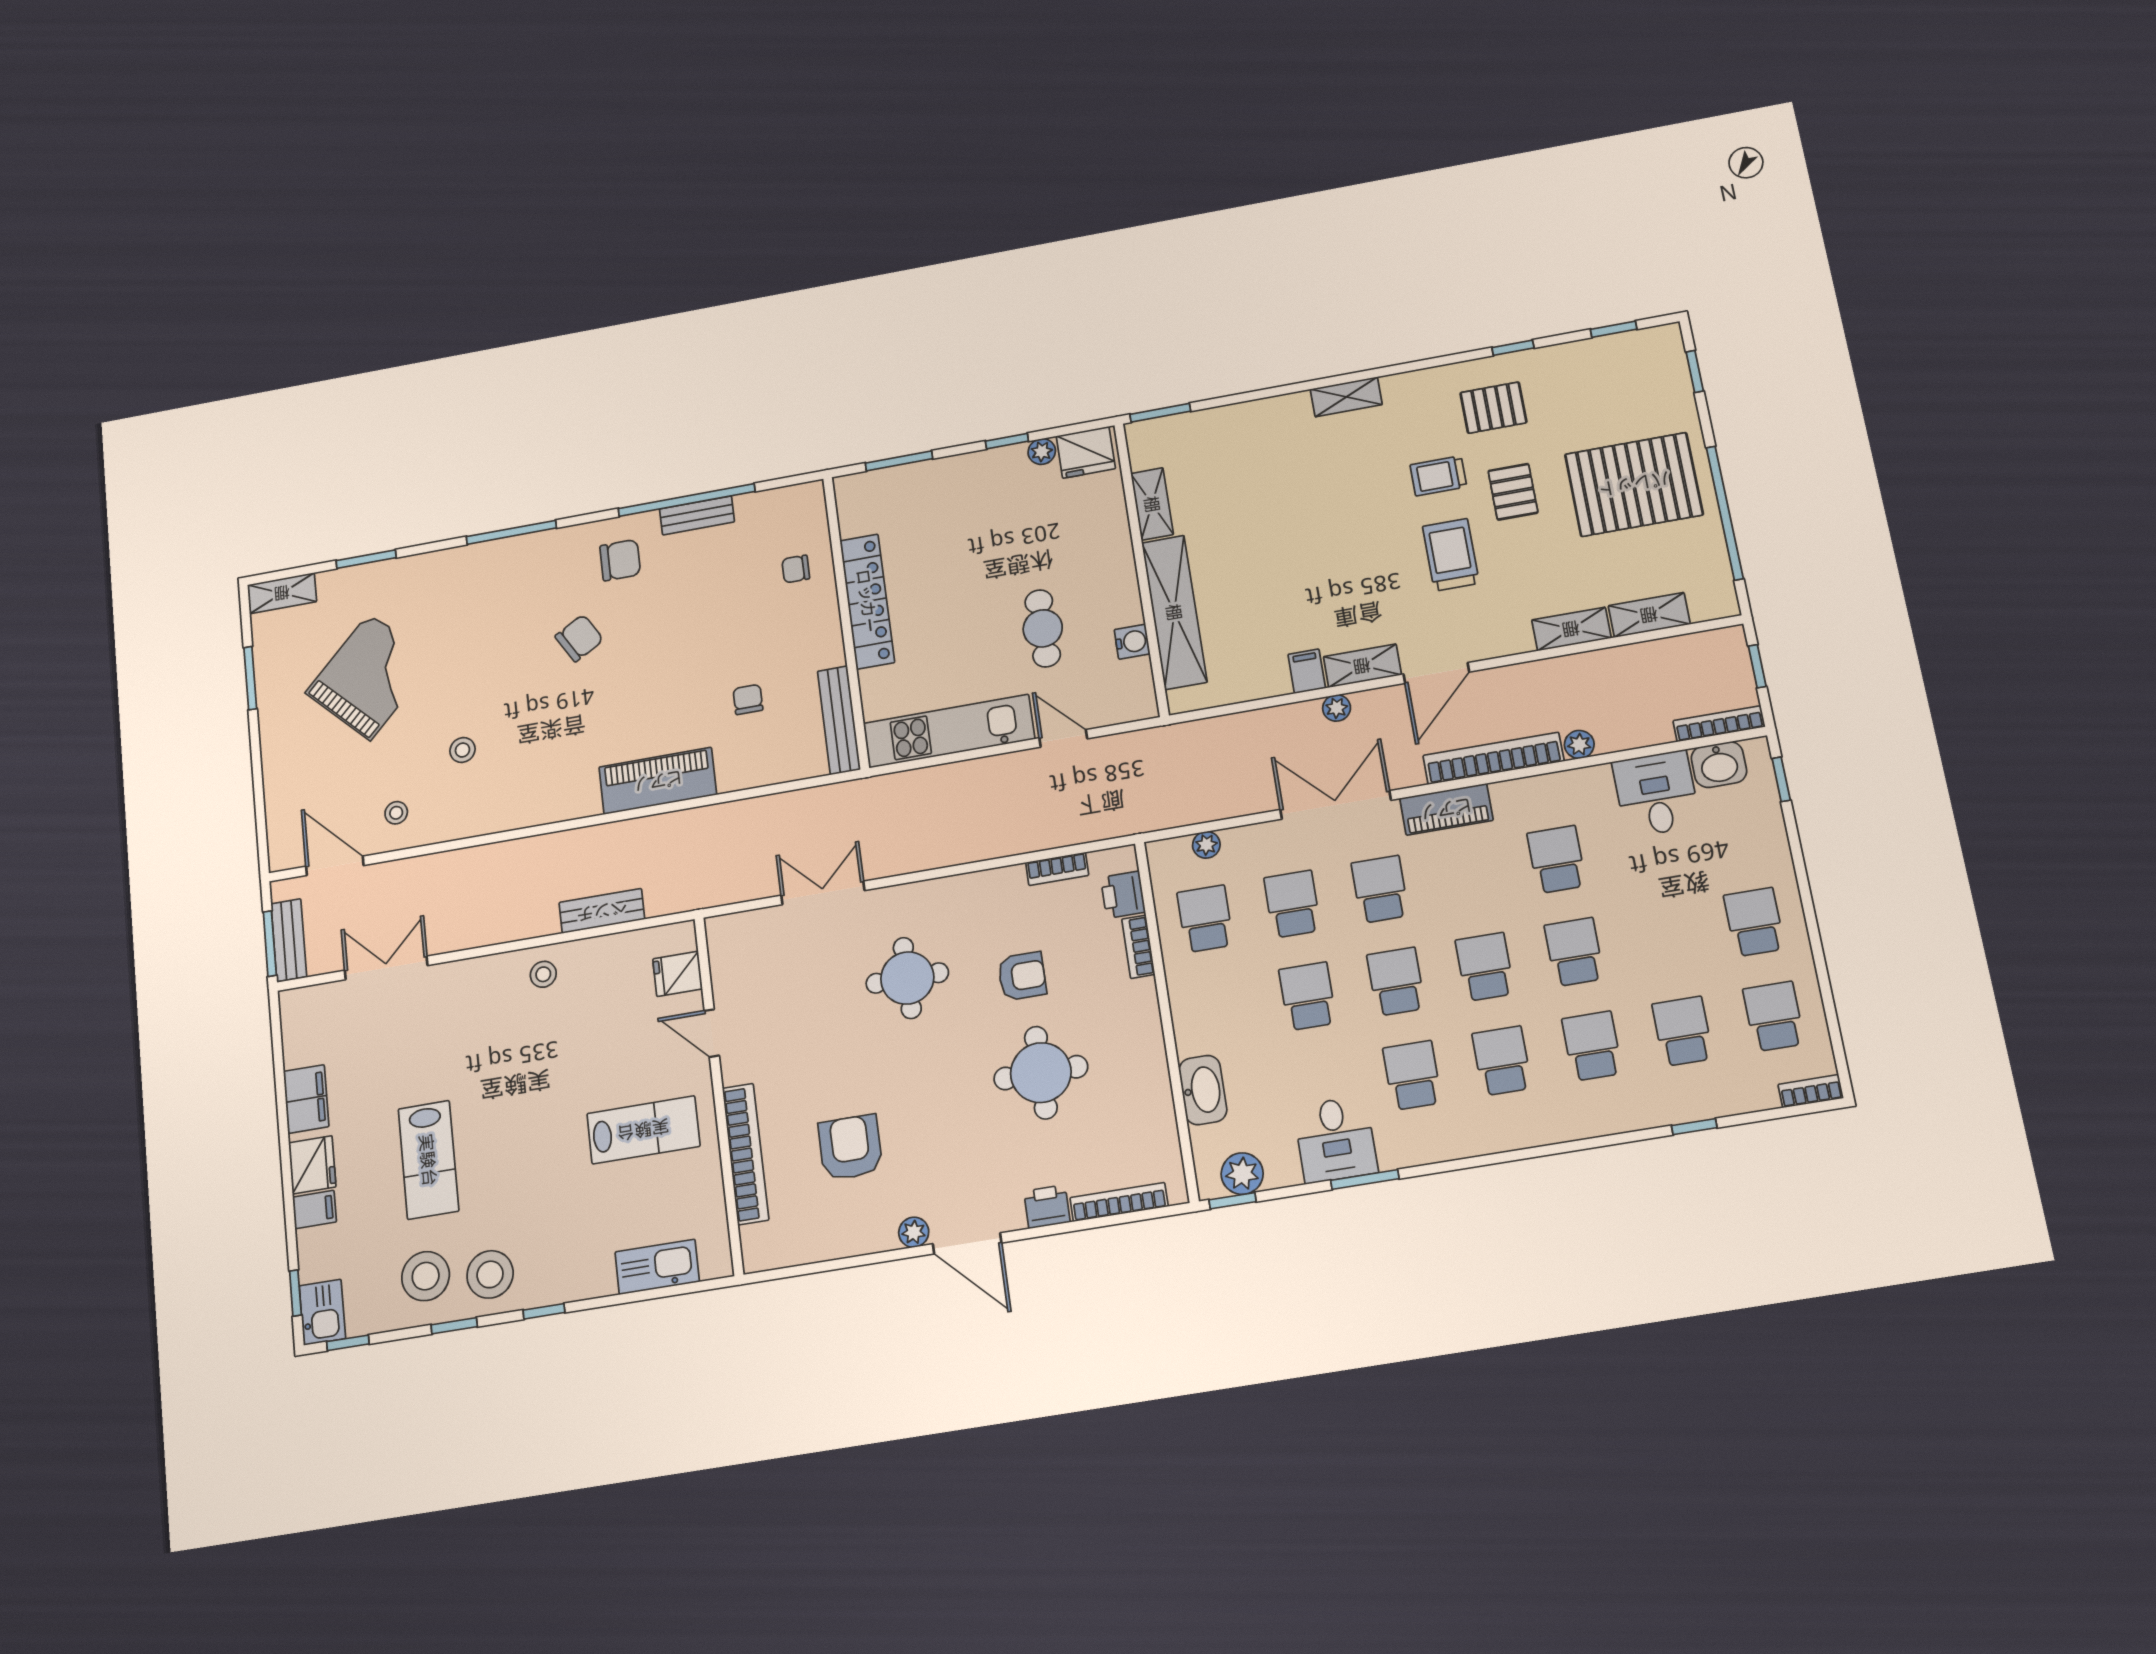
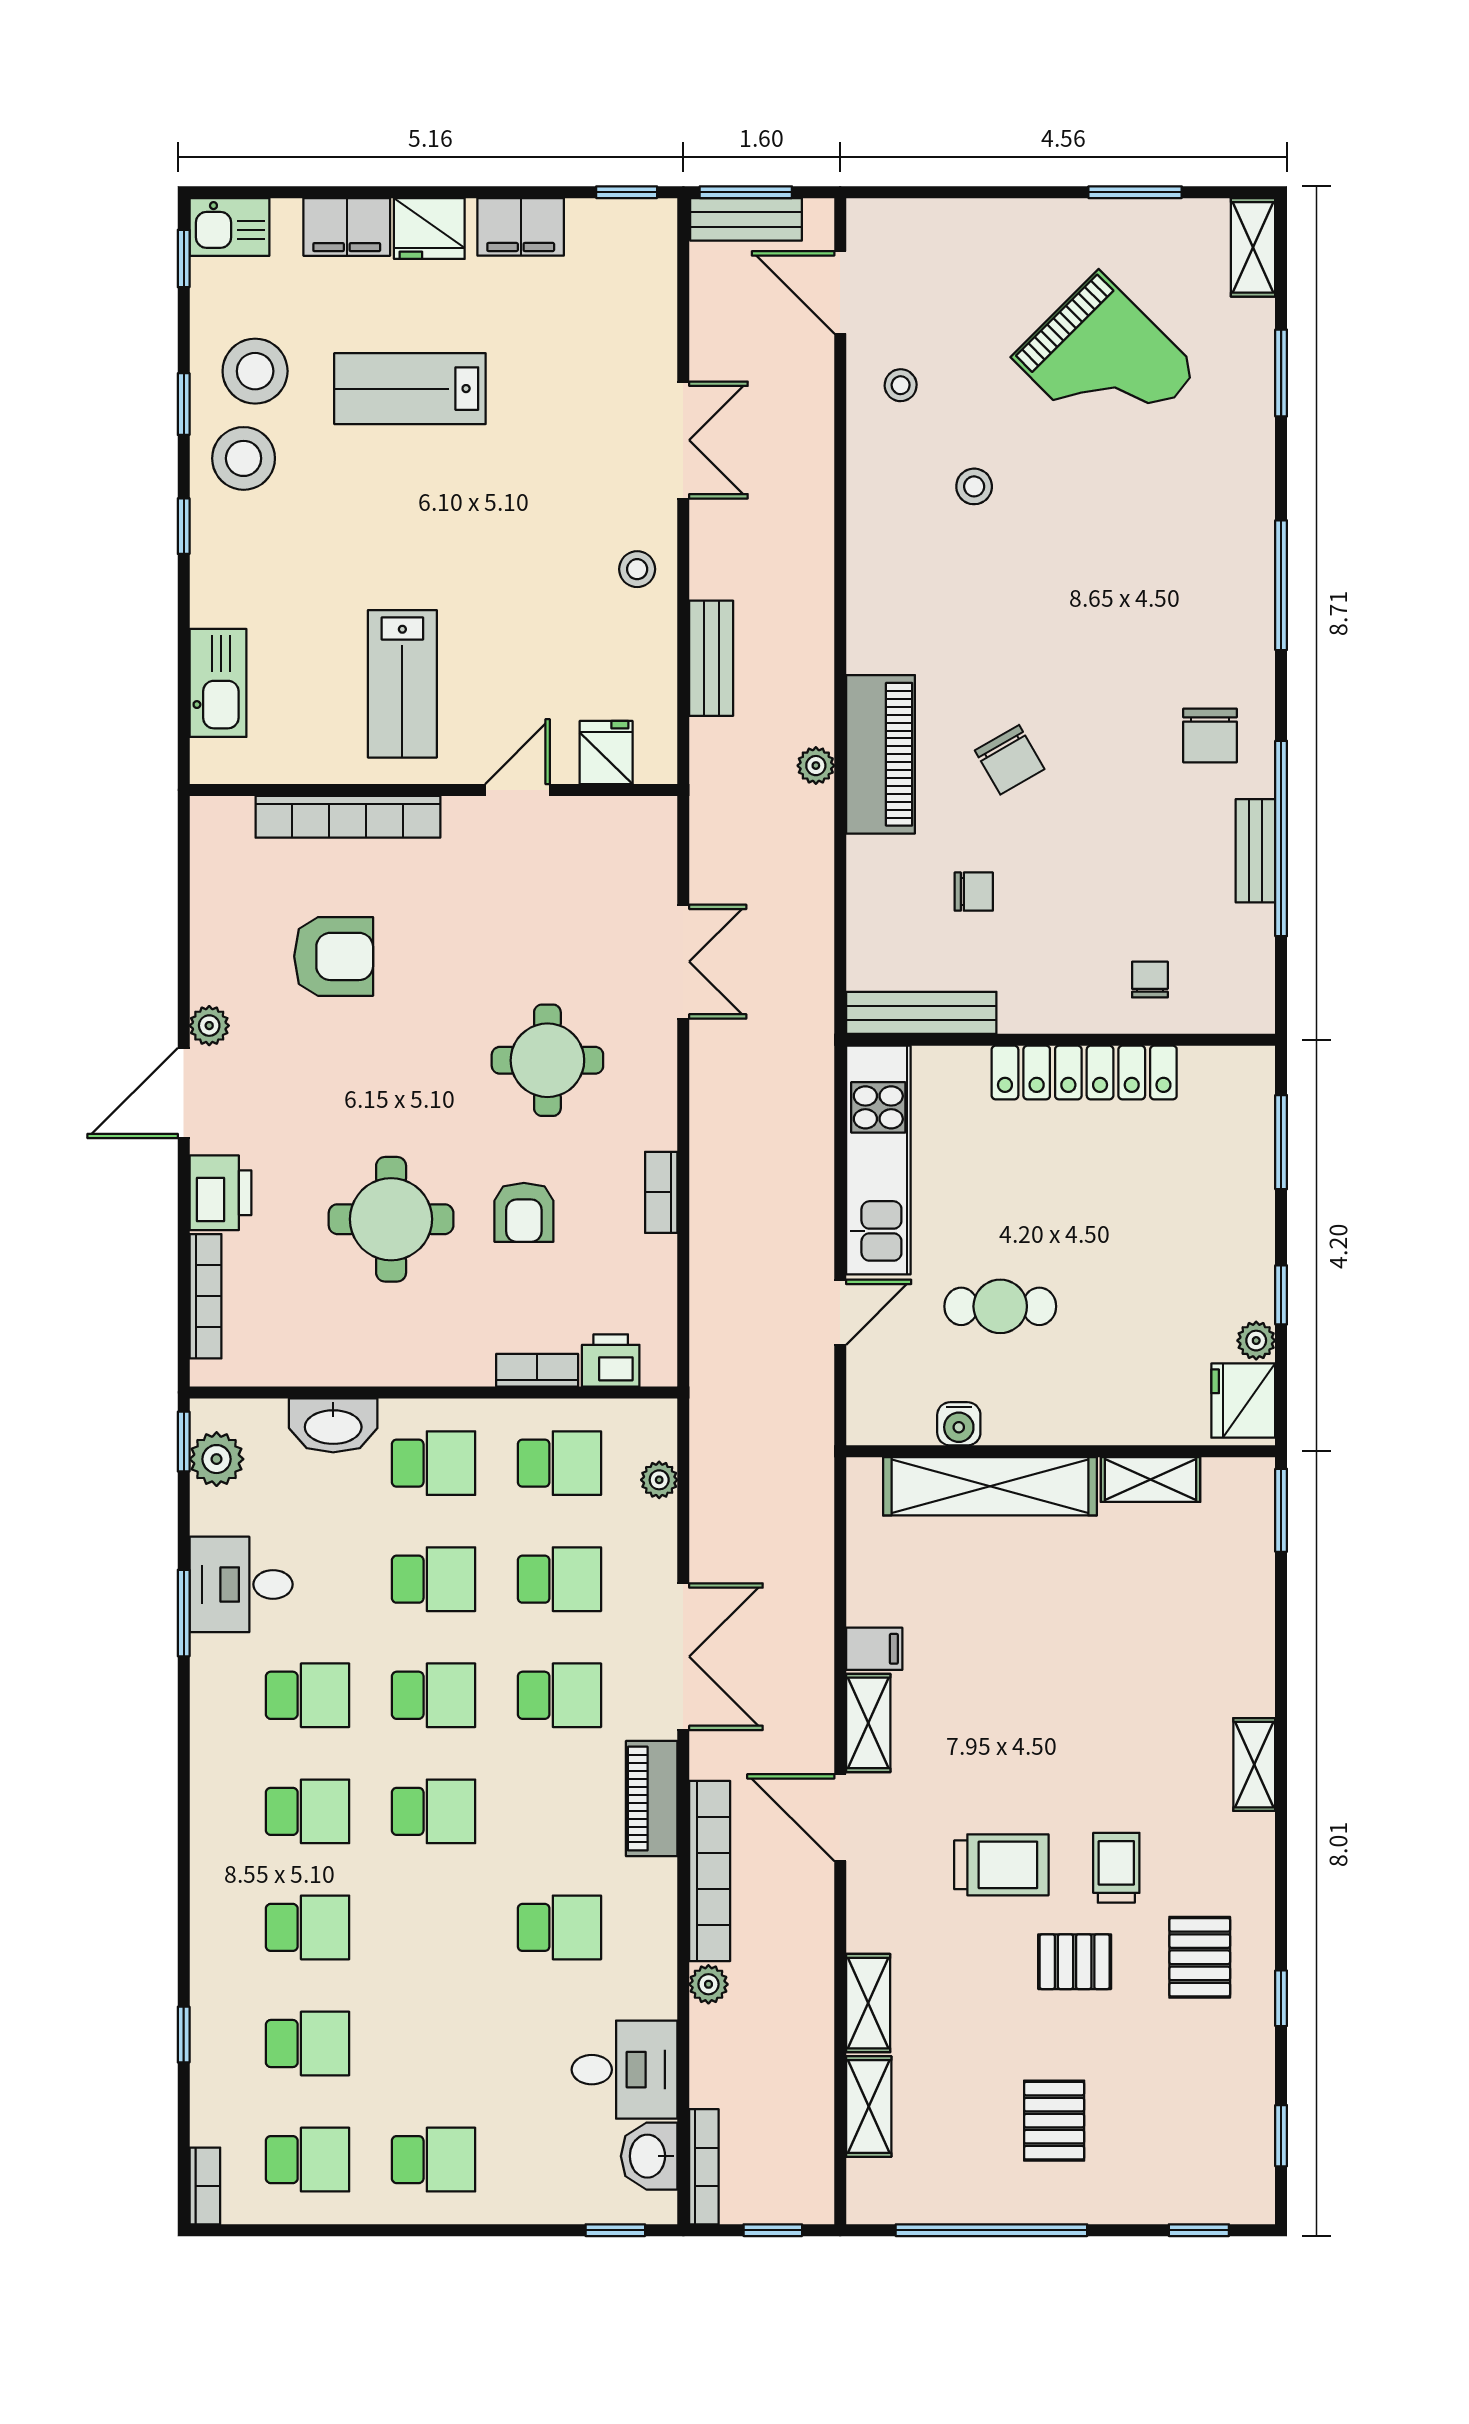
pallet: (1634, 484) -> (1054, 2121), width x0.49, depth x0.50
chair: (579, 638) -> (1010, 760), moved
plant: (1337, 708) -> (816, 766), moved
door: (335, 866) -> (840, 292), swing flipped
bookcase: (1057, 869) -> (661, 1192), moved
school desk: (1574, 952) -> (434, 1463), moved
double door: (386, 968) -> (683, 440), moved
printer: (1047, 1207) -> (220, 1193), width x1.36, depth x1.24
filing cabinet: (315, 1209) -> (347, 227), width x2.00
window: (295, 1293) -> (627, 192), moved

